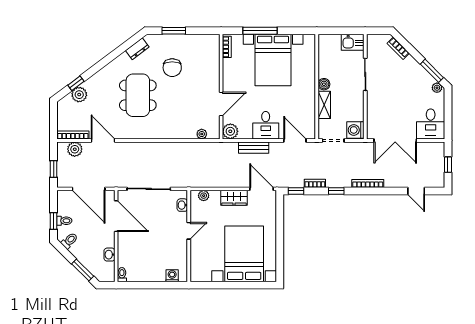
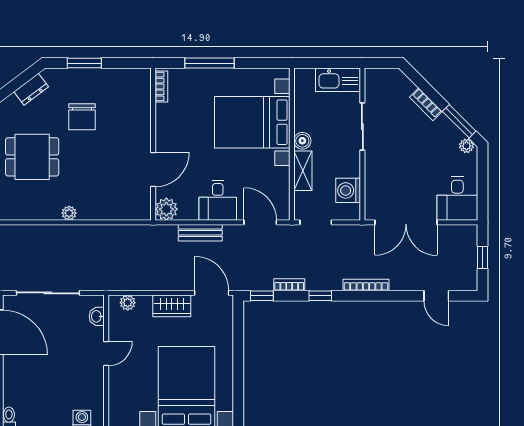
kitchen sink: (353, 42) -> (338, 80), width x1.38
bookcase: (398, 48) -> (426, 104), moved
bed with nightstands: (273, 60) -> (252, 122), moved, turned 90
dining table: (138, 95) -> (32, 157), width x0.73
washing machine: (355, 130) -> (348, 190), moved
plant: (202, 134) -> (69, 213), moved

